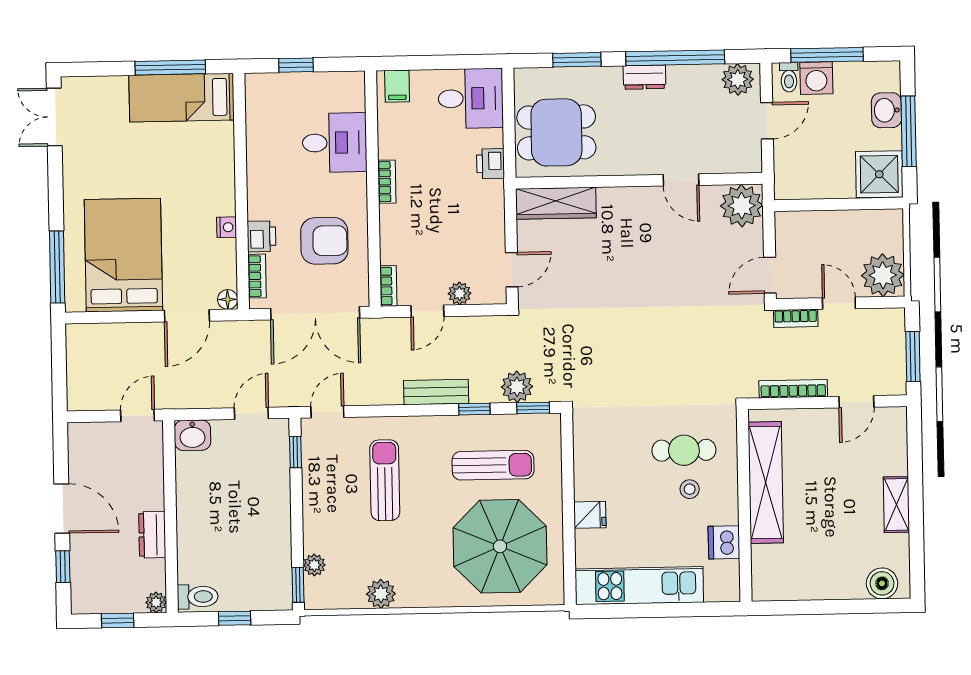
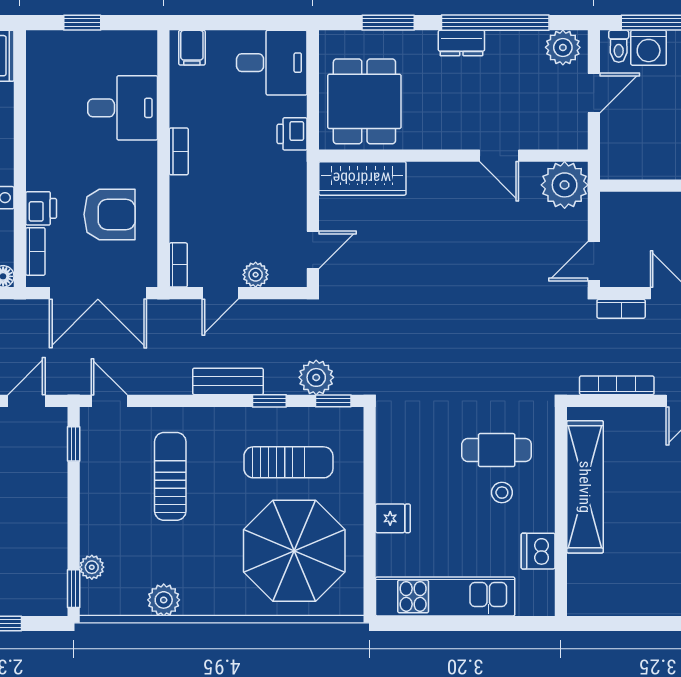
dining table: (556, 132) -> (364, 101), turned 90
door: (327, 412) -> (109, 401), hinge flipped

